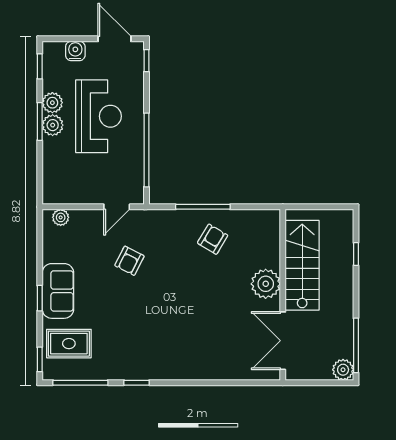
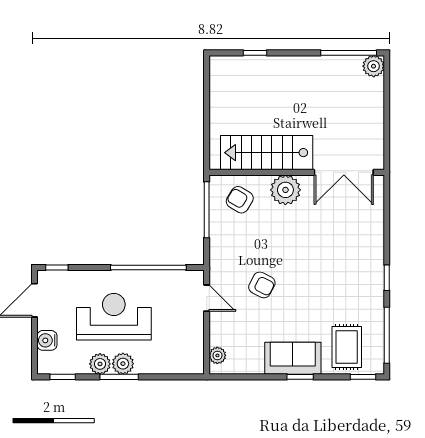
stairs: (302, 265) -> (267, 153), moved
plant: (266, 284) -> (285, 190), moved
wall: (283, 295) -> (297, 172), moved
double door: (283, 341) -> (344, 172), moved

